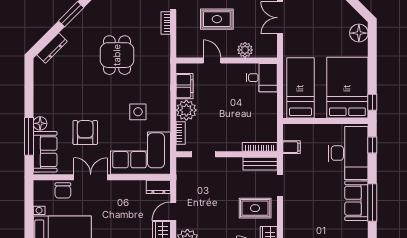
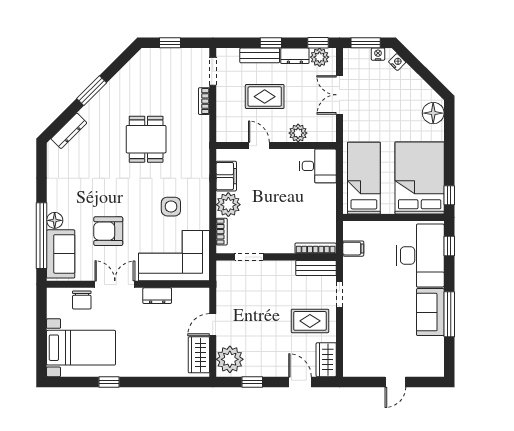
armchair: (85, 132) -> (108, 231), turned -90
window: (29, 136) -> (42, 236), width x1.46
dresser: (158, 187) -> (157, 296), moved

